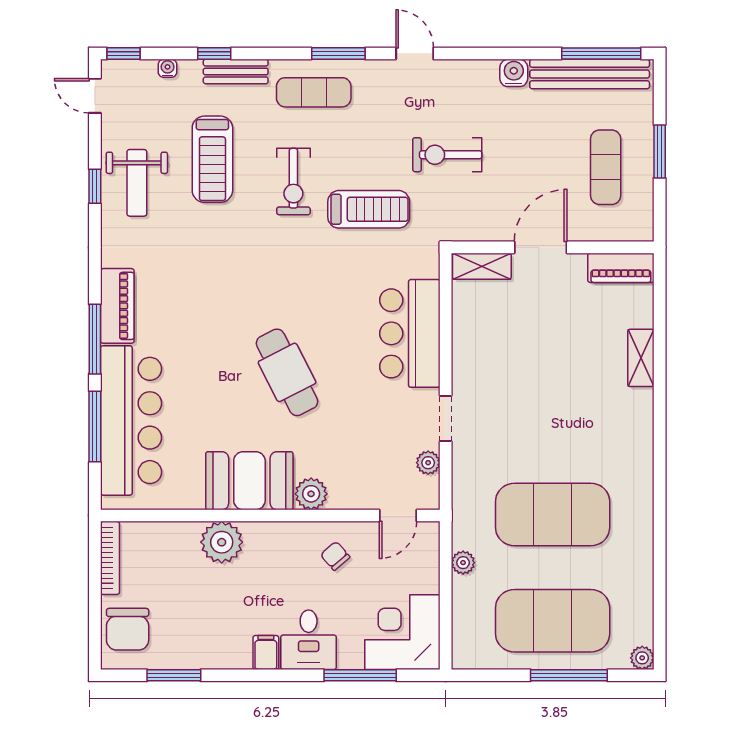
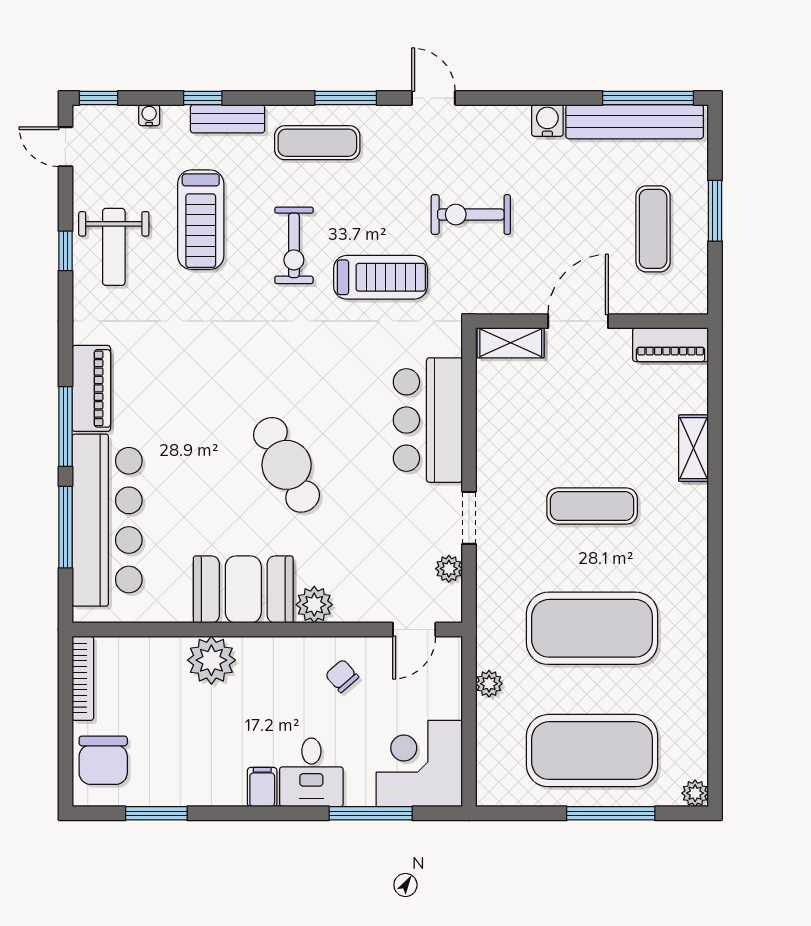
exercise mat: (553, 408) -> (592, 506), added

